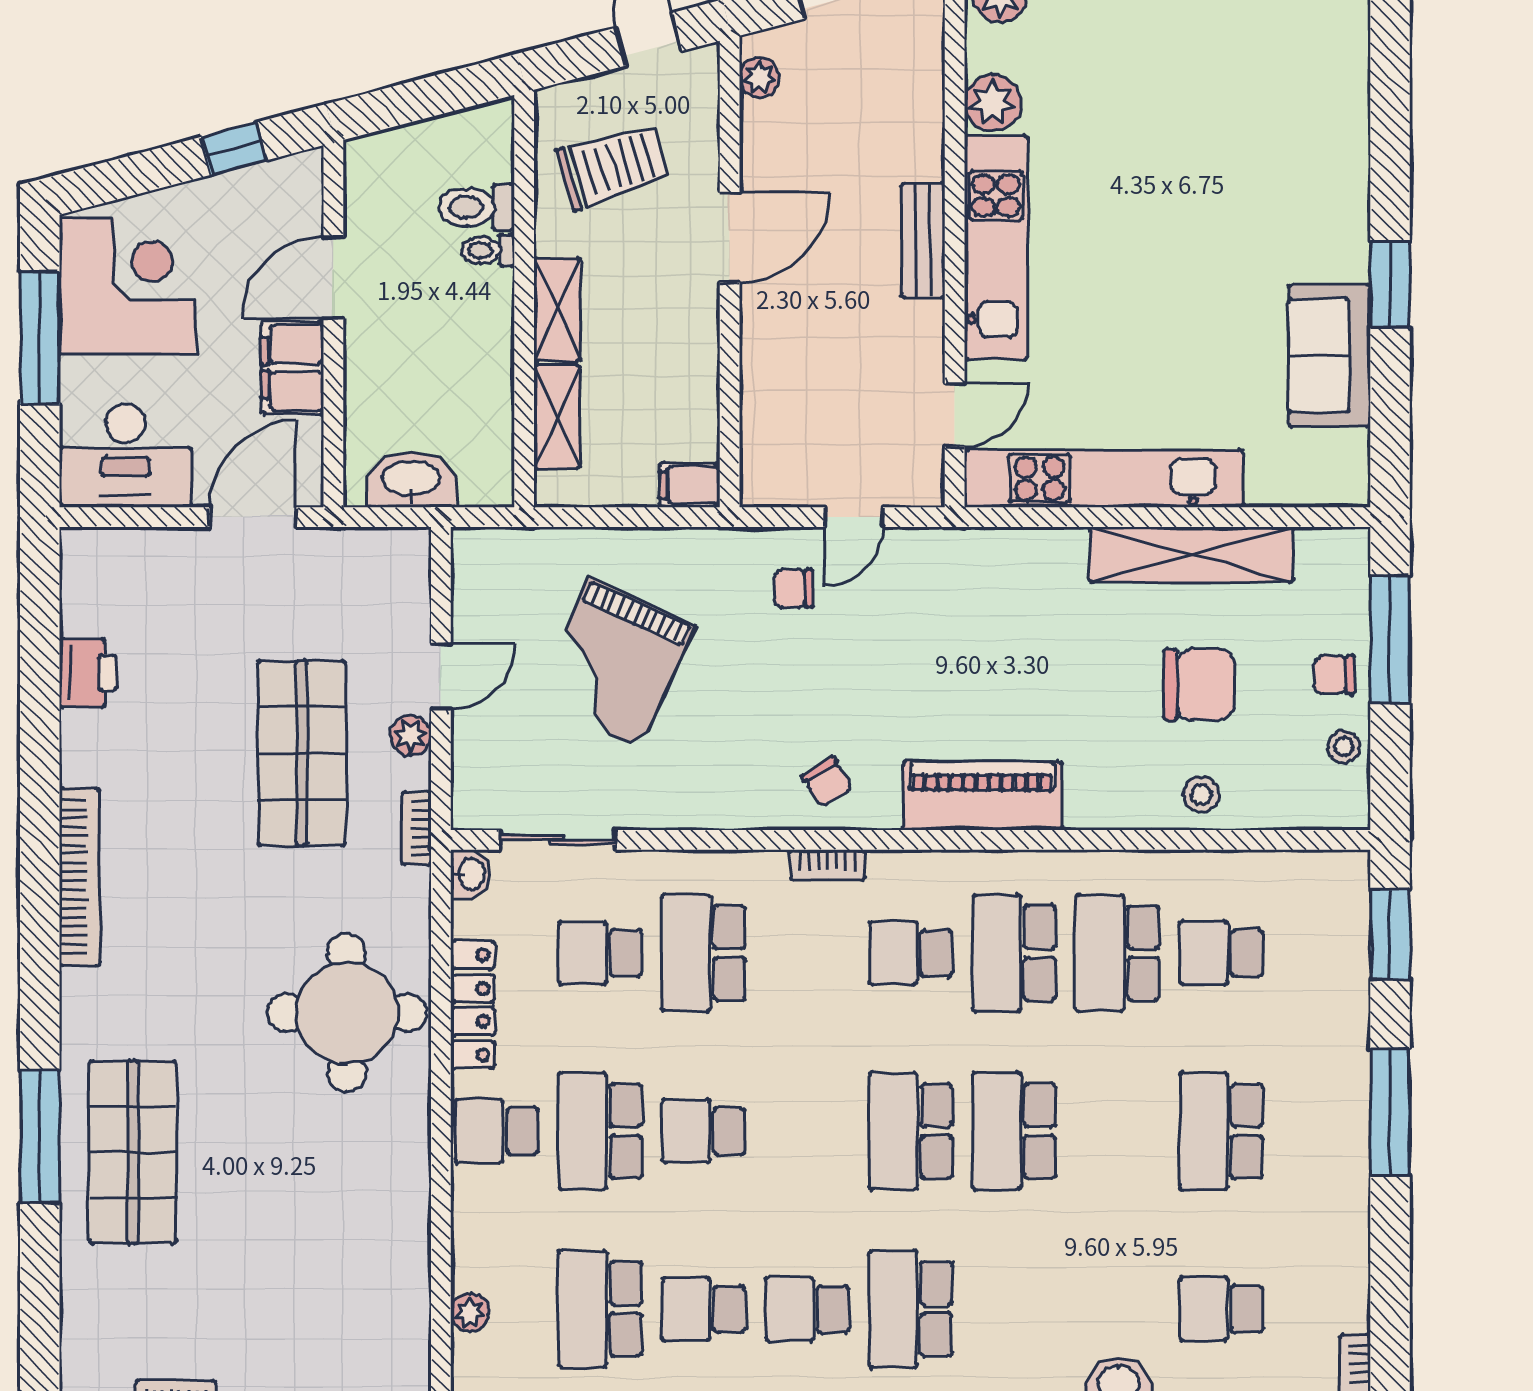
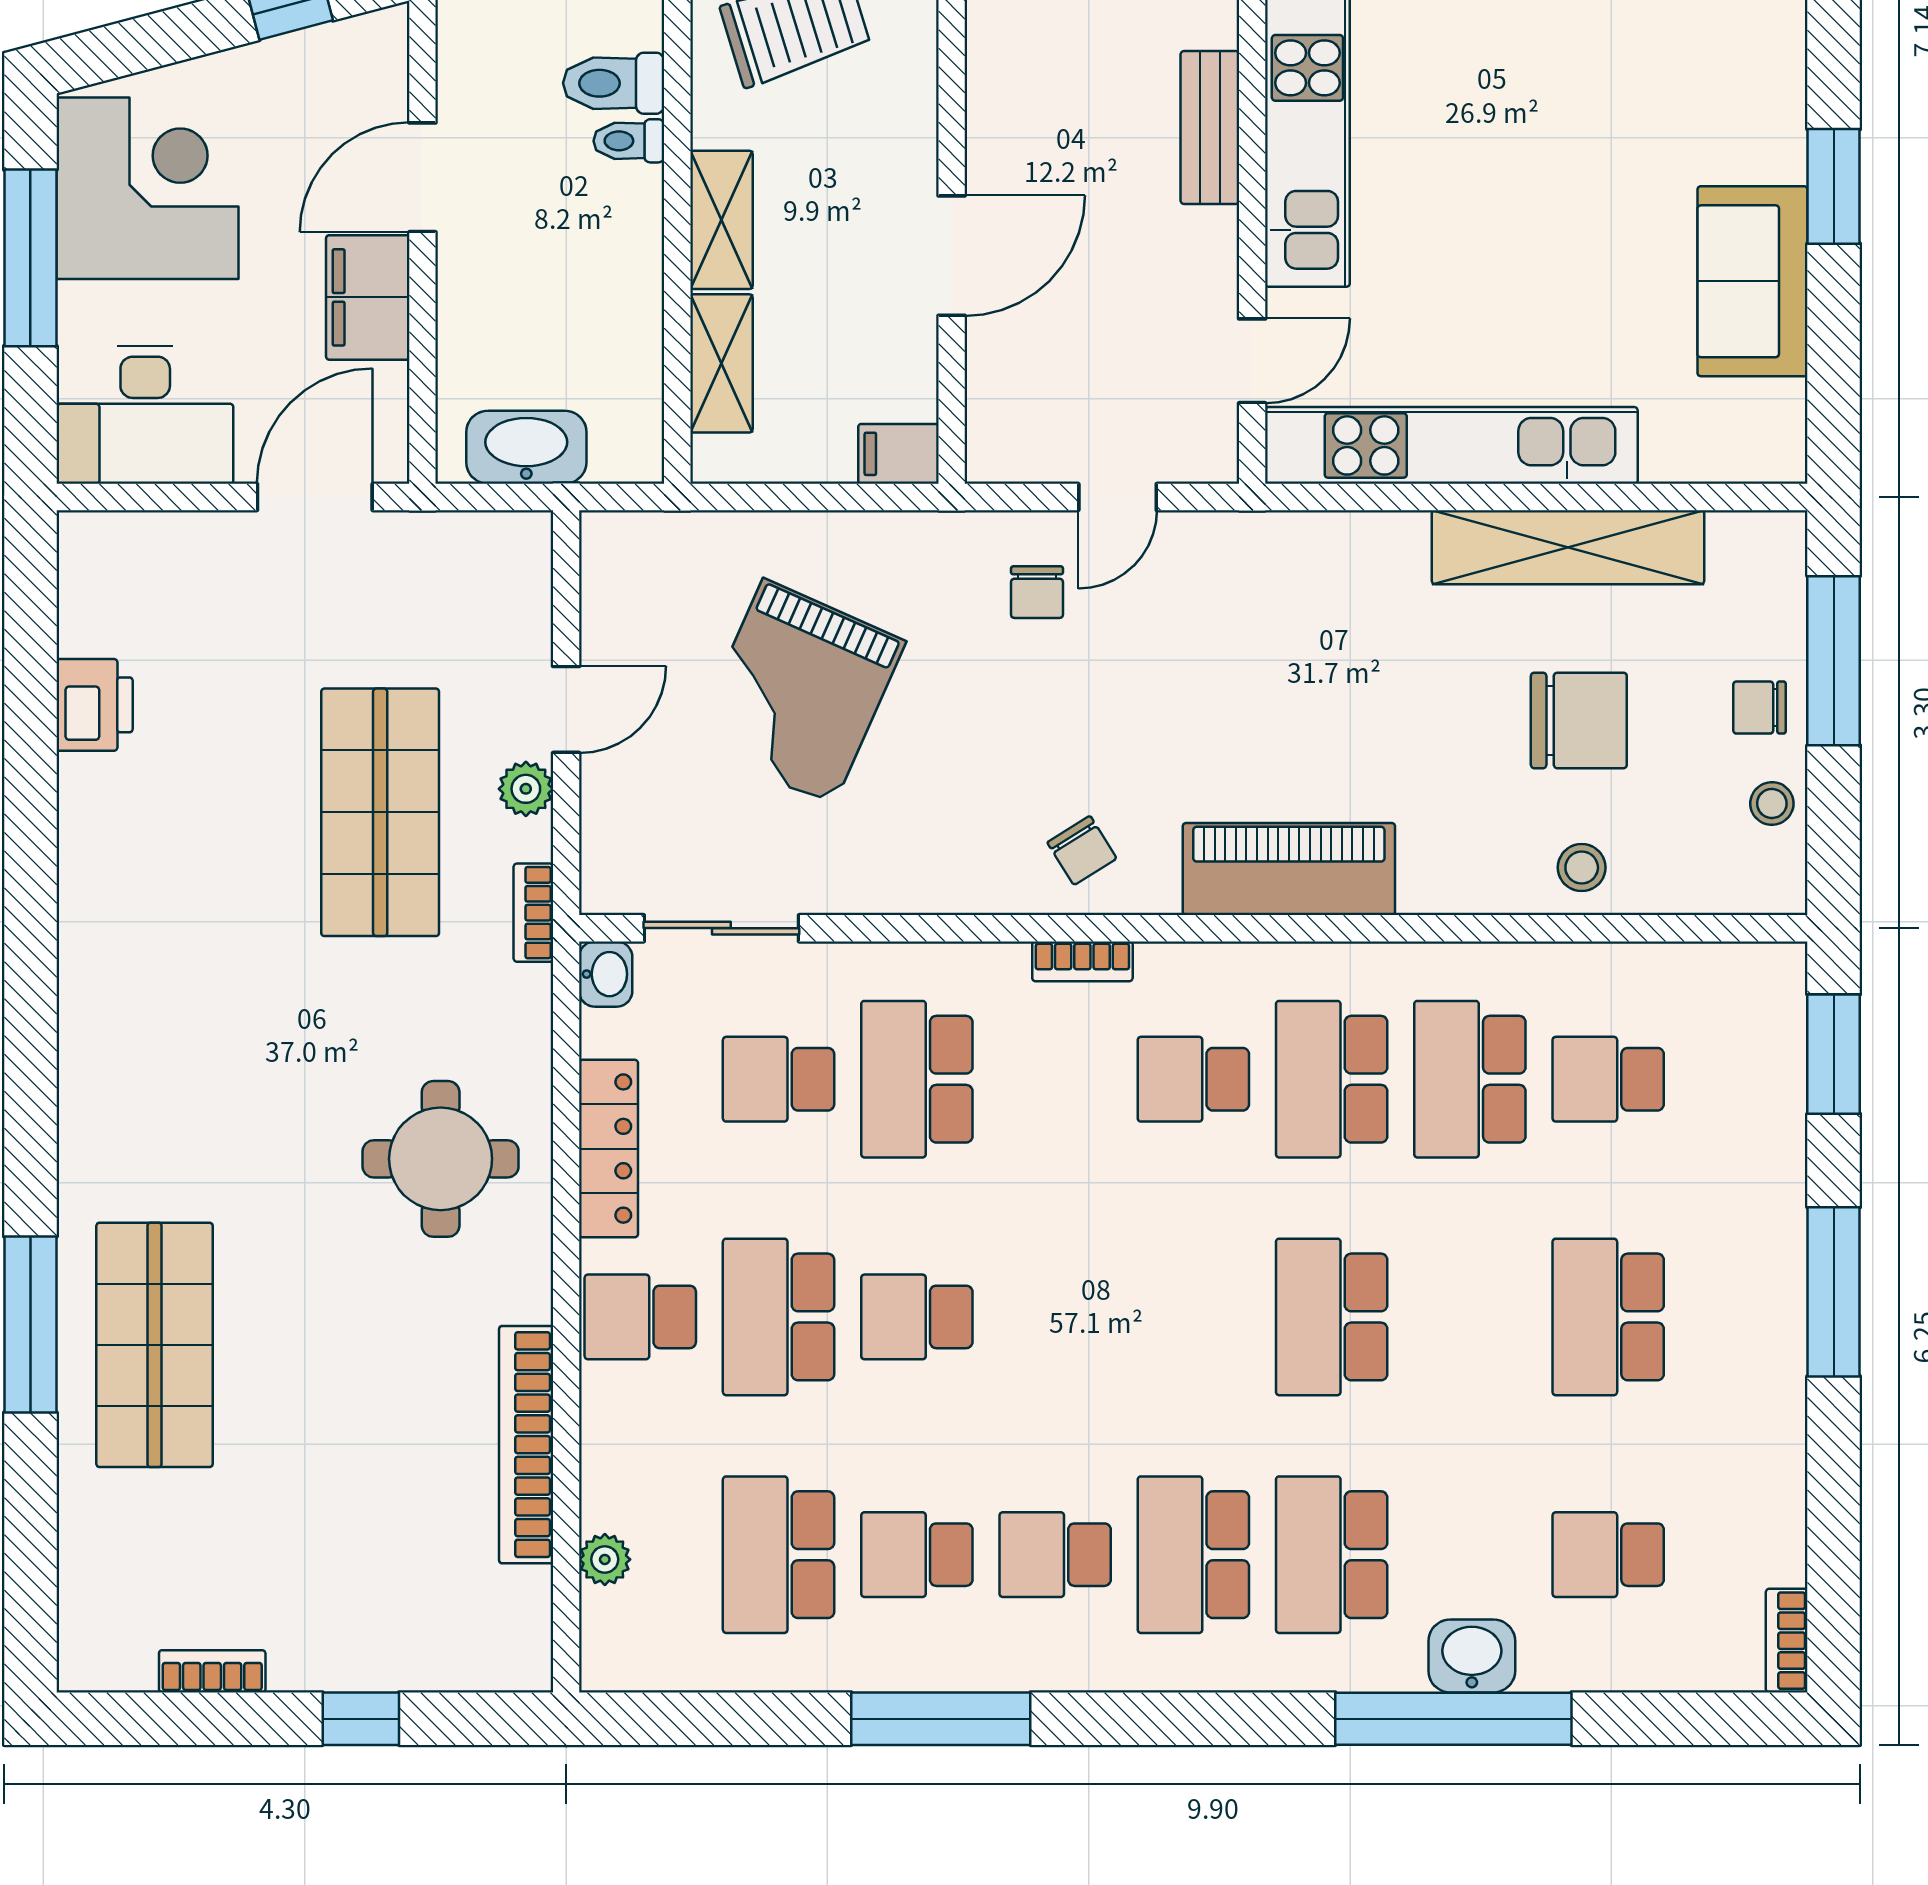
door: (730, 238) -> (952, 256), moved
chair: (793, 588) -> (1037, 592), turned -90
bookcase: (80, 877) -> (526, 1445), moved, turned 180
round table: (347, 1013) -> (441, 1159), width x0.73, depth x0.73
school desk: (911, 1131) -> (1332, 1555), moved

